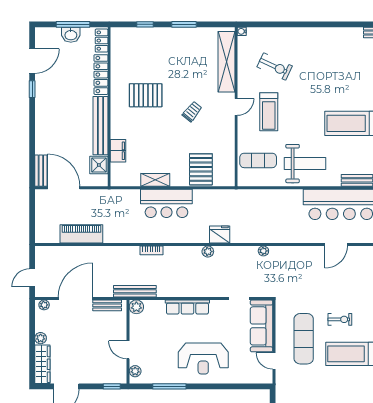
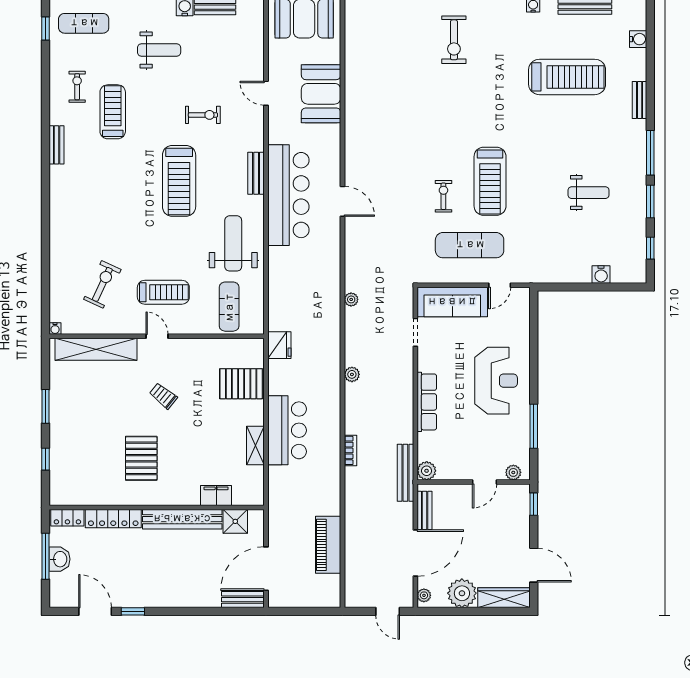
fridge: (220, 235) -> (279, 345), moved, turned 180
door: (75, 299) -> (415, 553), swing flipped
plant: (41, 338) -> (462, 593), width x1.88, depth x1.88

